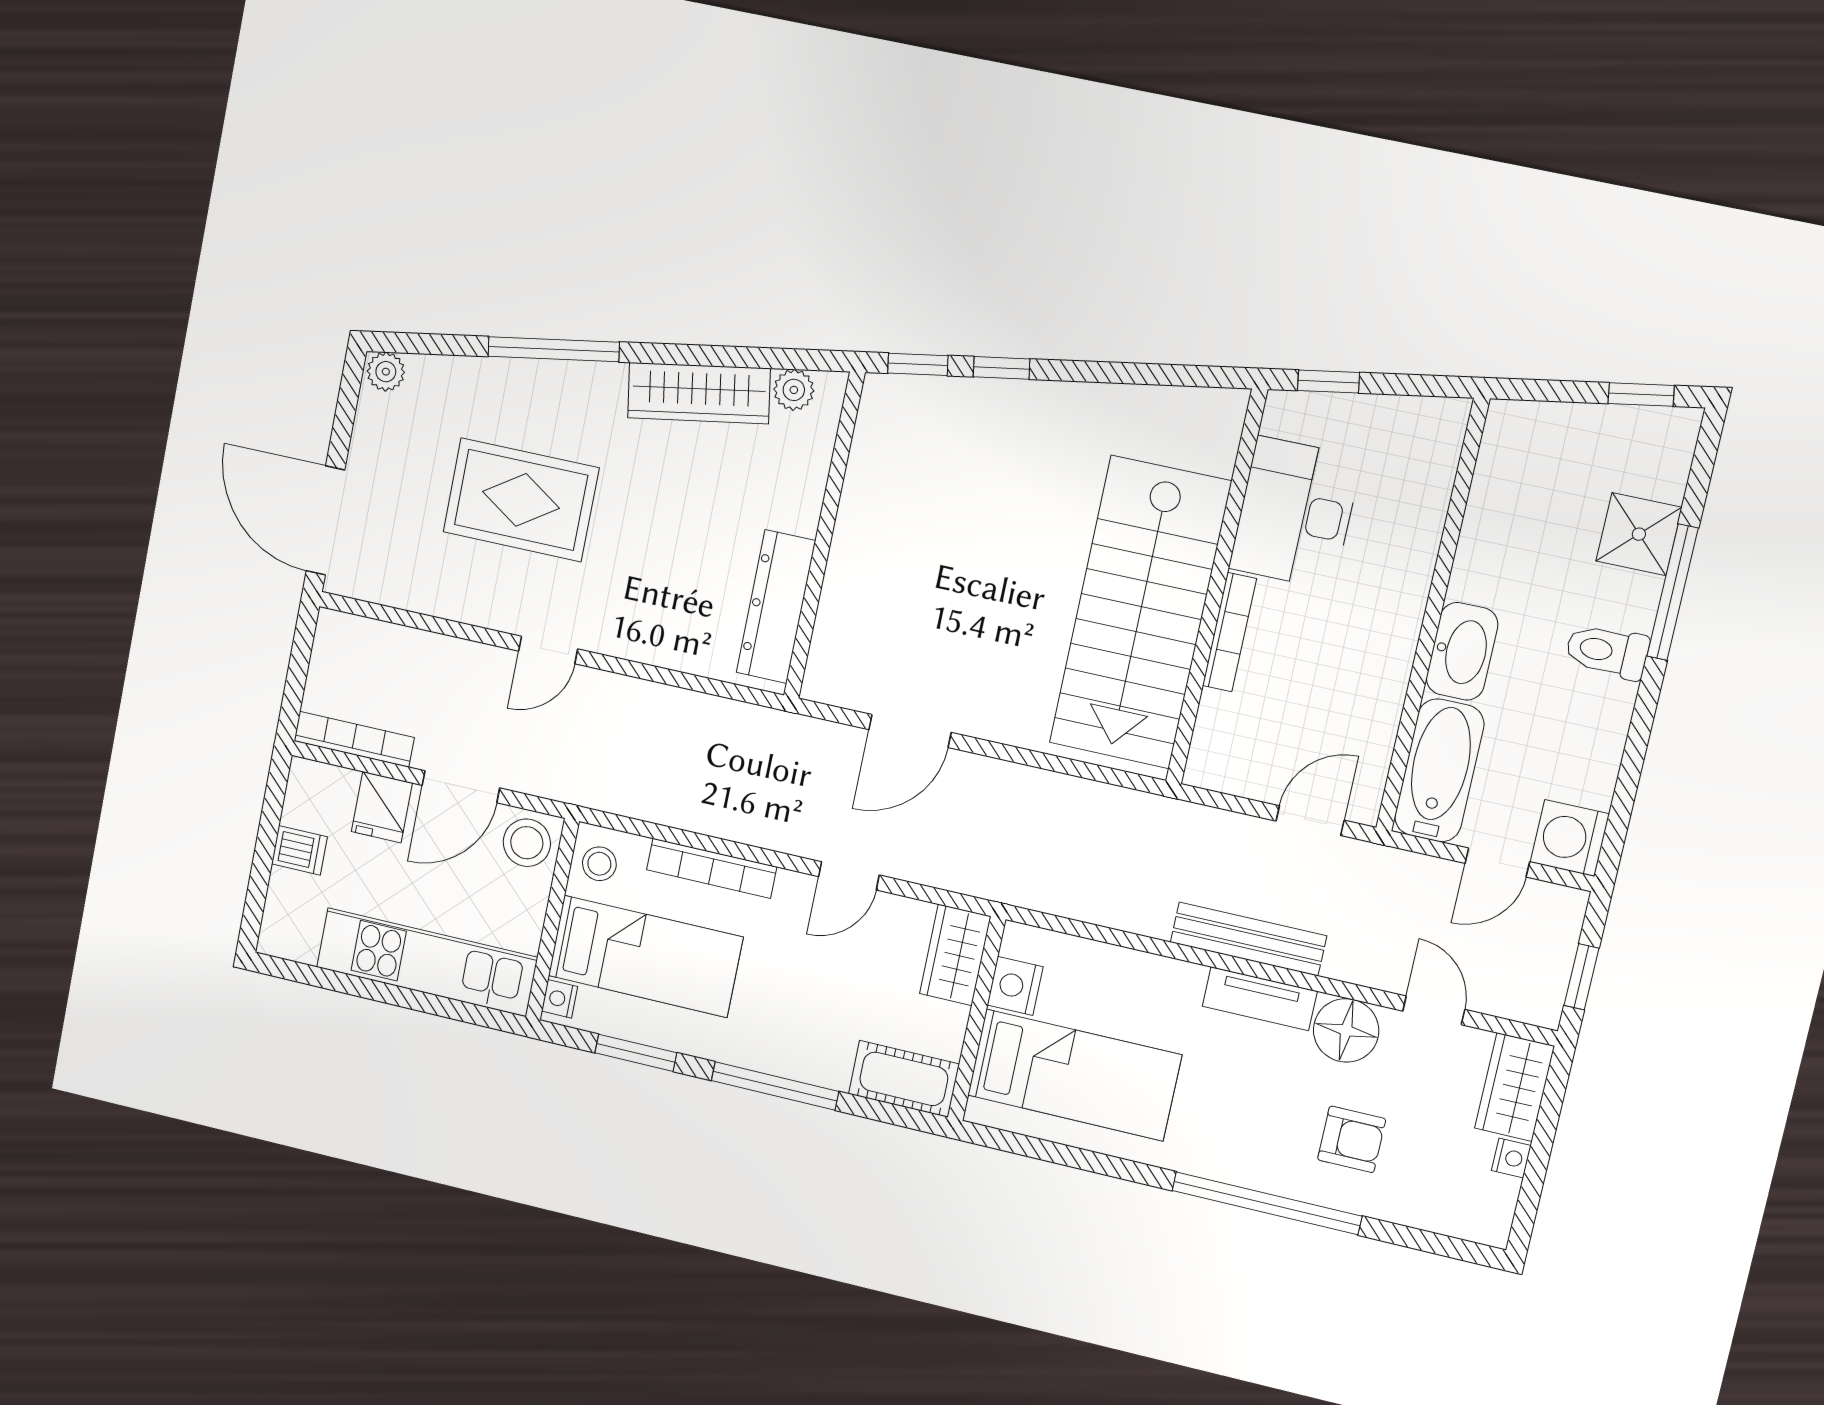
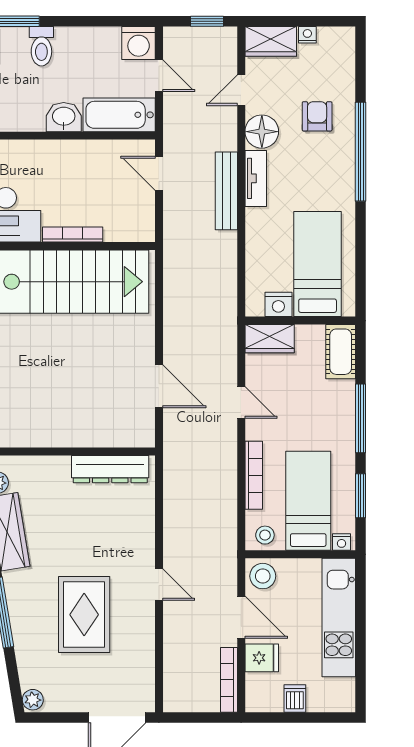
washbasin: (1462, 651) -> (64, 117), width x0.72

